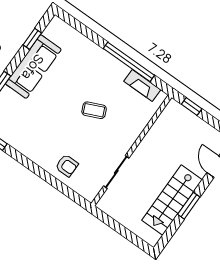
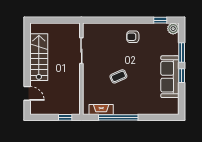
window: (32, 39) -> (182, 76), moved
armchair: (67, 166) -> (133, 37), moved
window: (189, 206) -> (27, 61), removed

